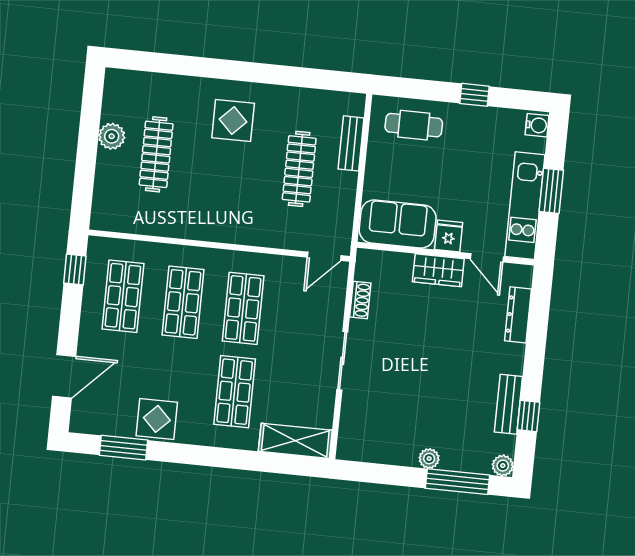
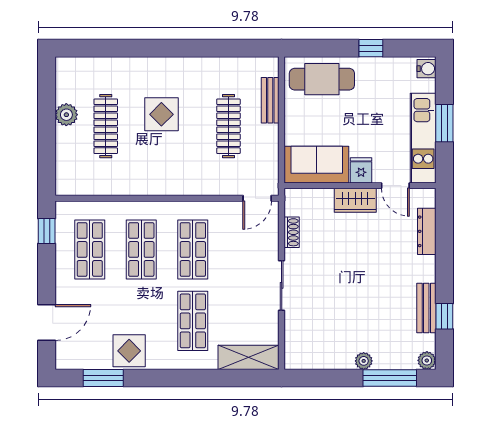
display table: (233, 120) -> (161, 114), moved
cafe table: (414, 125) -> (322, 79), width x1.37, depth x1.35

